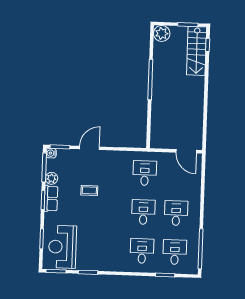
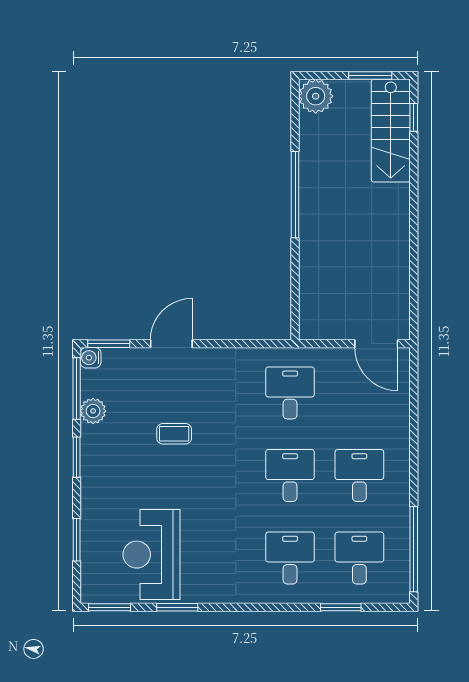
row of seats: (51, 198) -> (94, 454), removed
reception desk: (62, 247) -> (151, 555), moved

